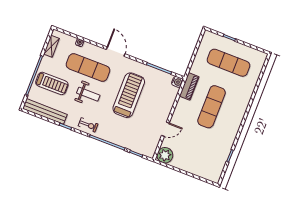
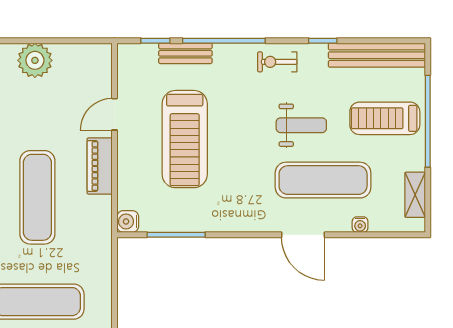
door: (116, 52) -> (303, 235), moved
piano: (189, 86) -> (100, 166), moved
weight bench: (88, 94) -> (301, 125), turned 180
treadmill: (129, 95) -> (185, 139), moved
bench: (126, 143) -> (185, 53), added
plant: (165, 155) -> (35, 60), moved

